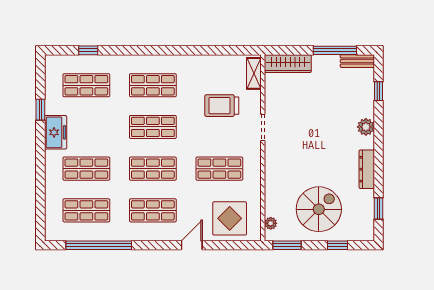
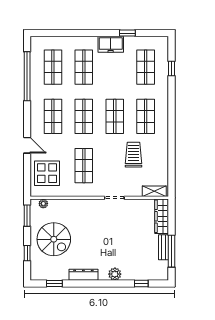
bench: (357, 61) -> (164, 247), moved
trolley: (222, 106) -> (134, 155), moved

